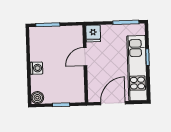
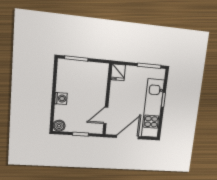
door: (85, 57) -> (106, 115), moved

